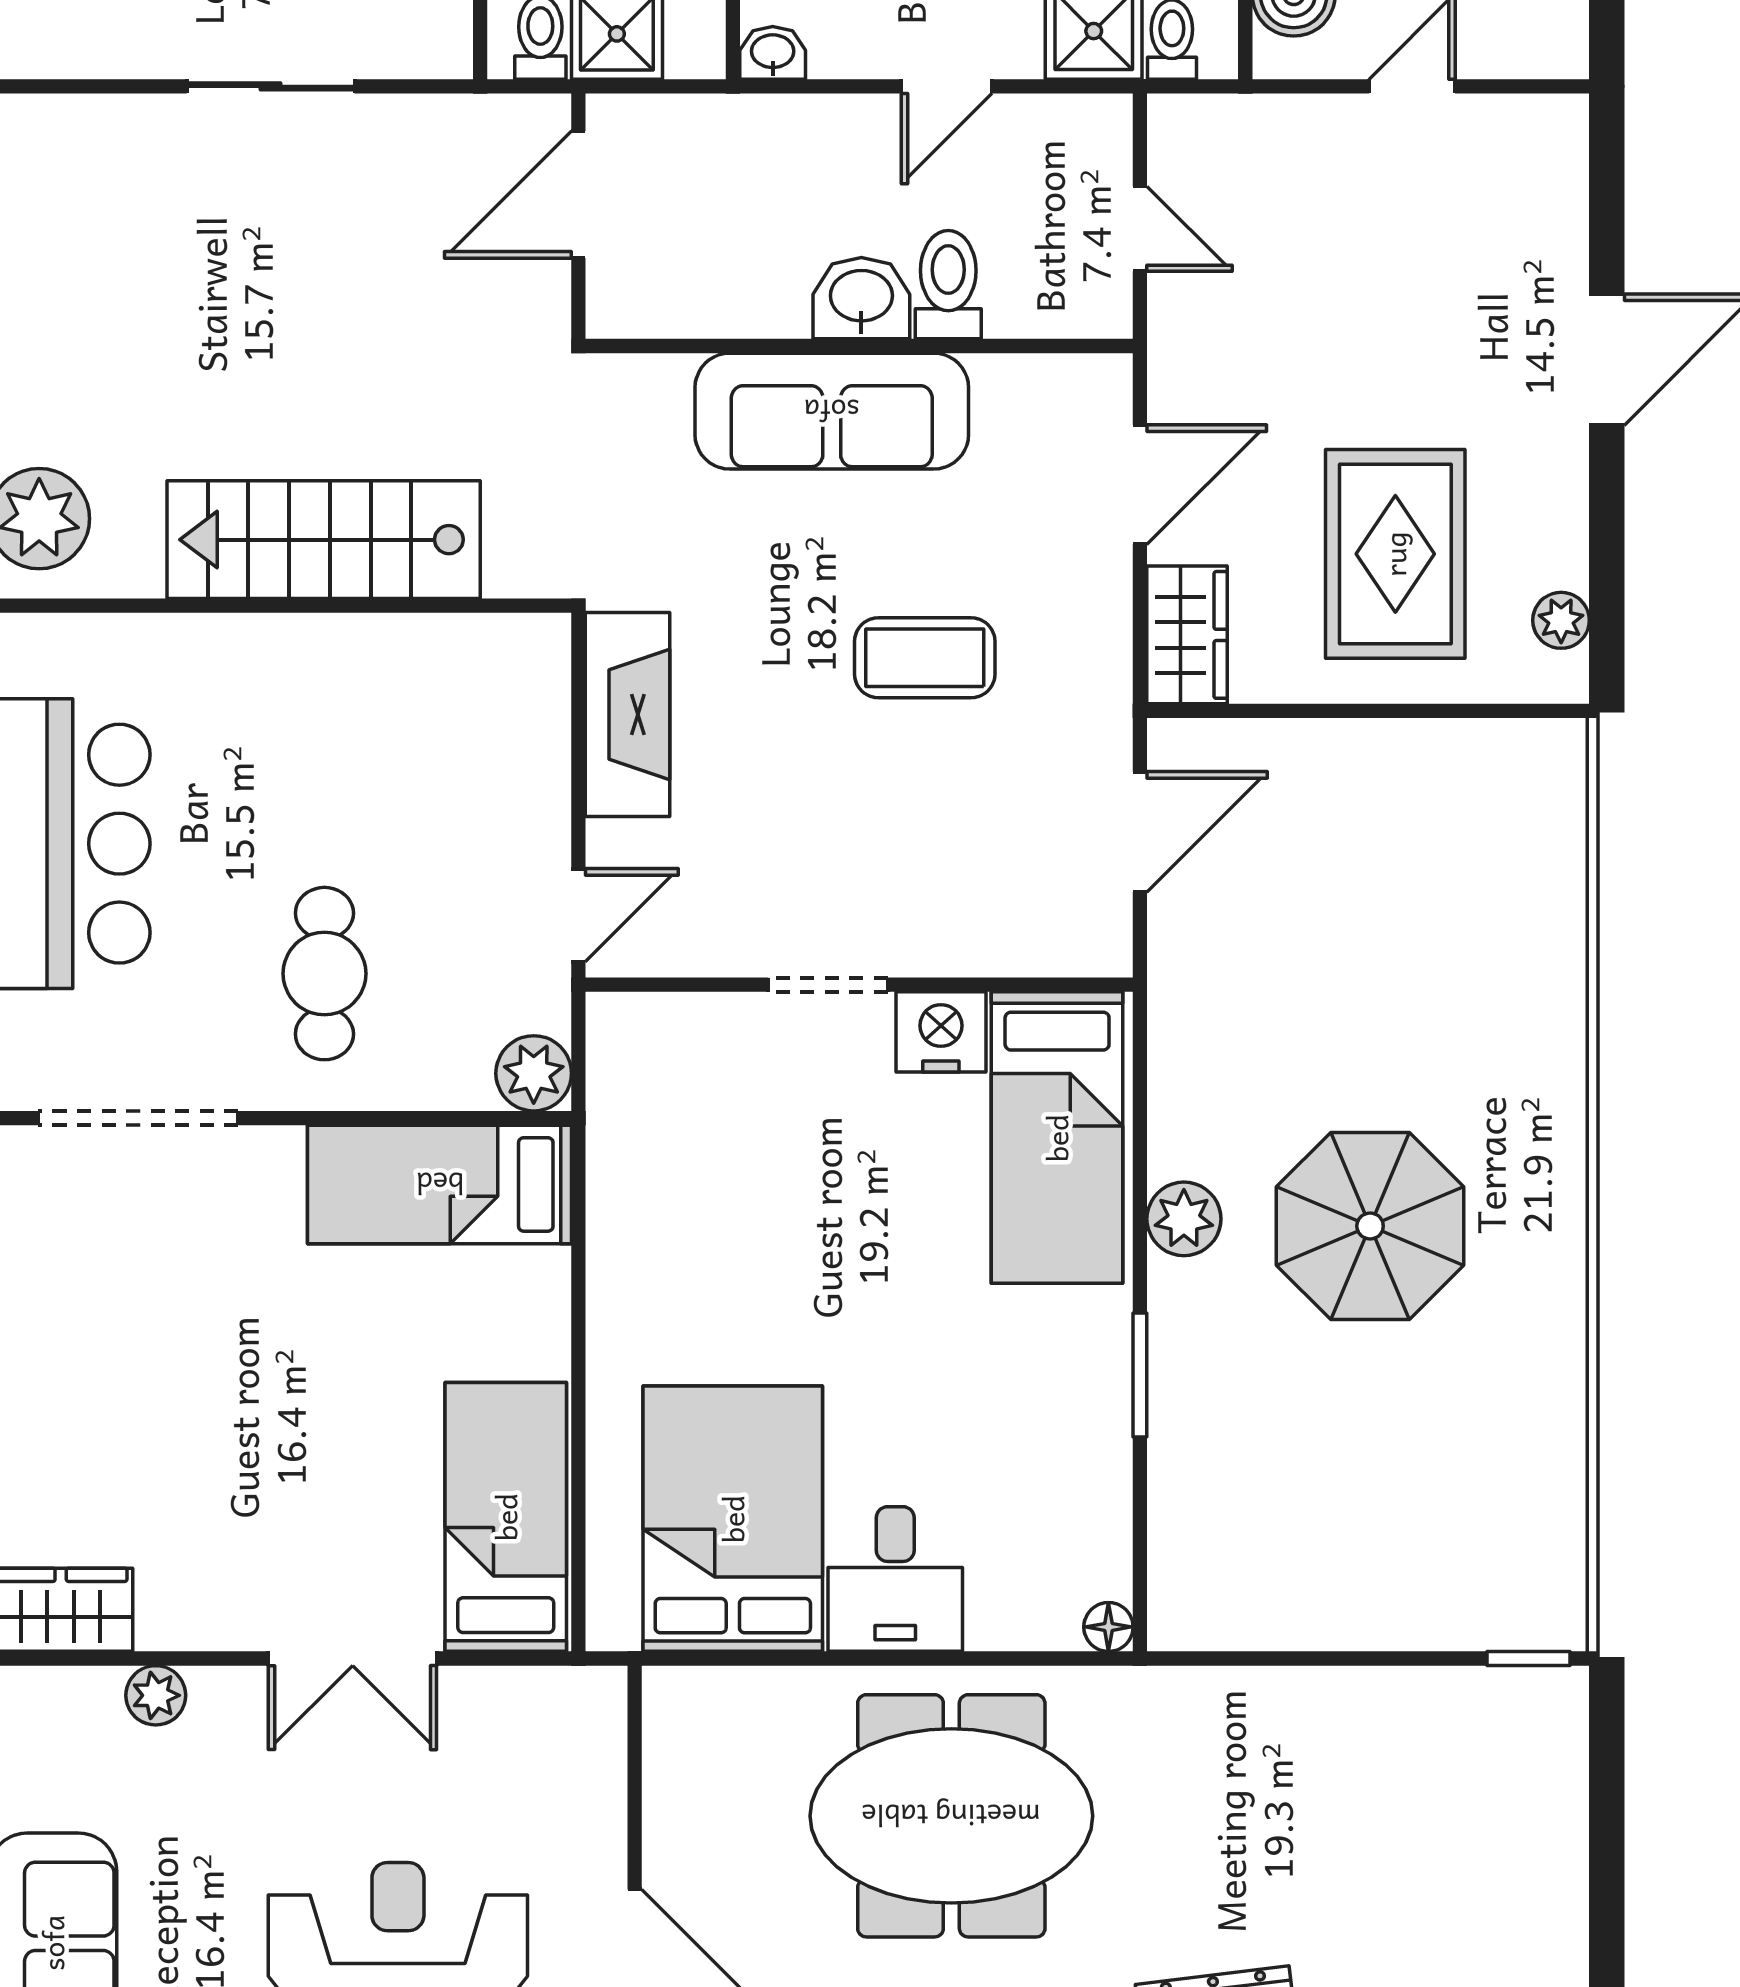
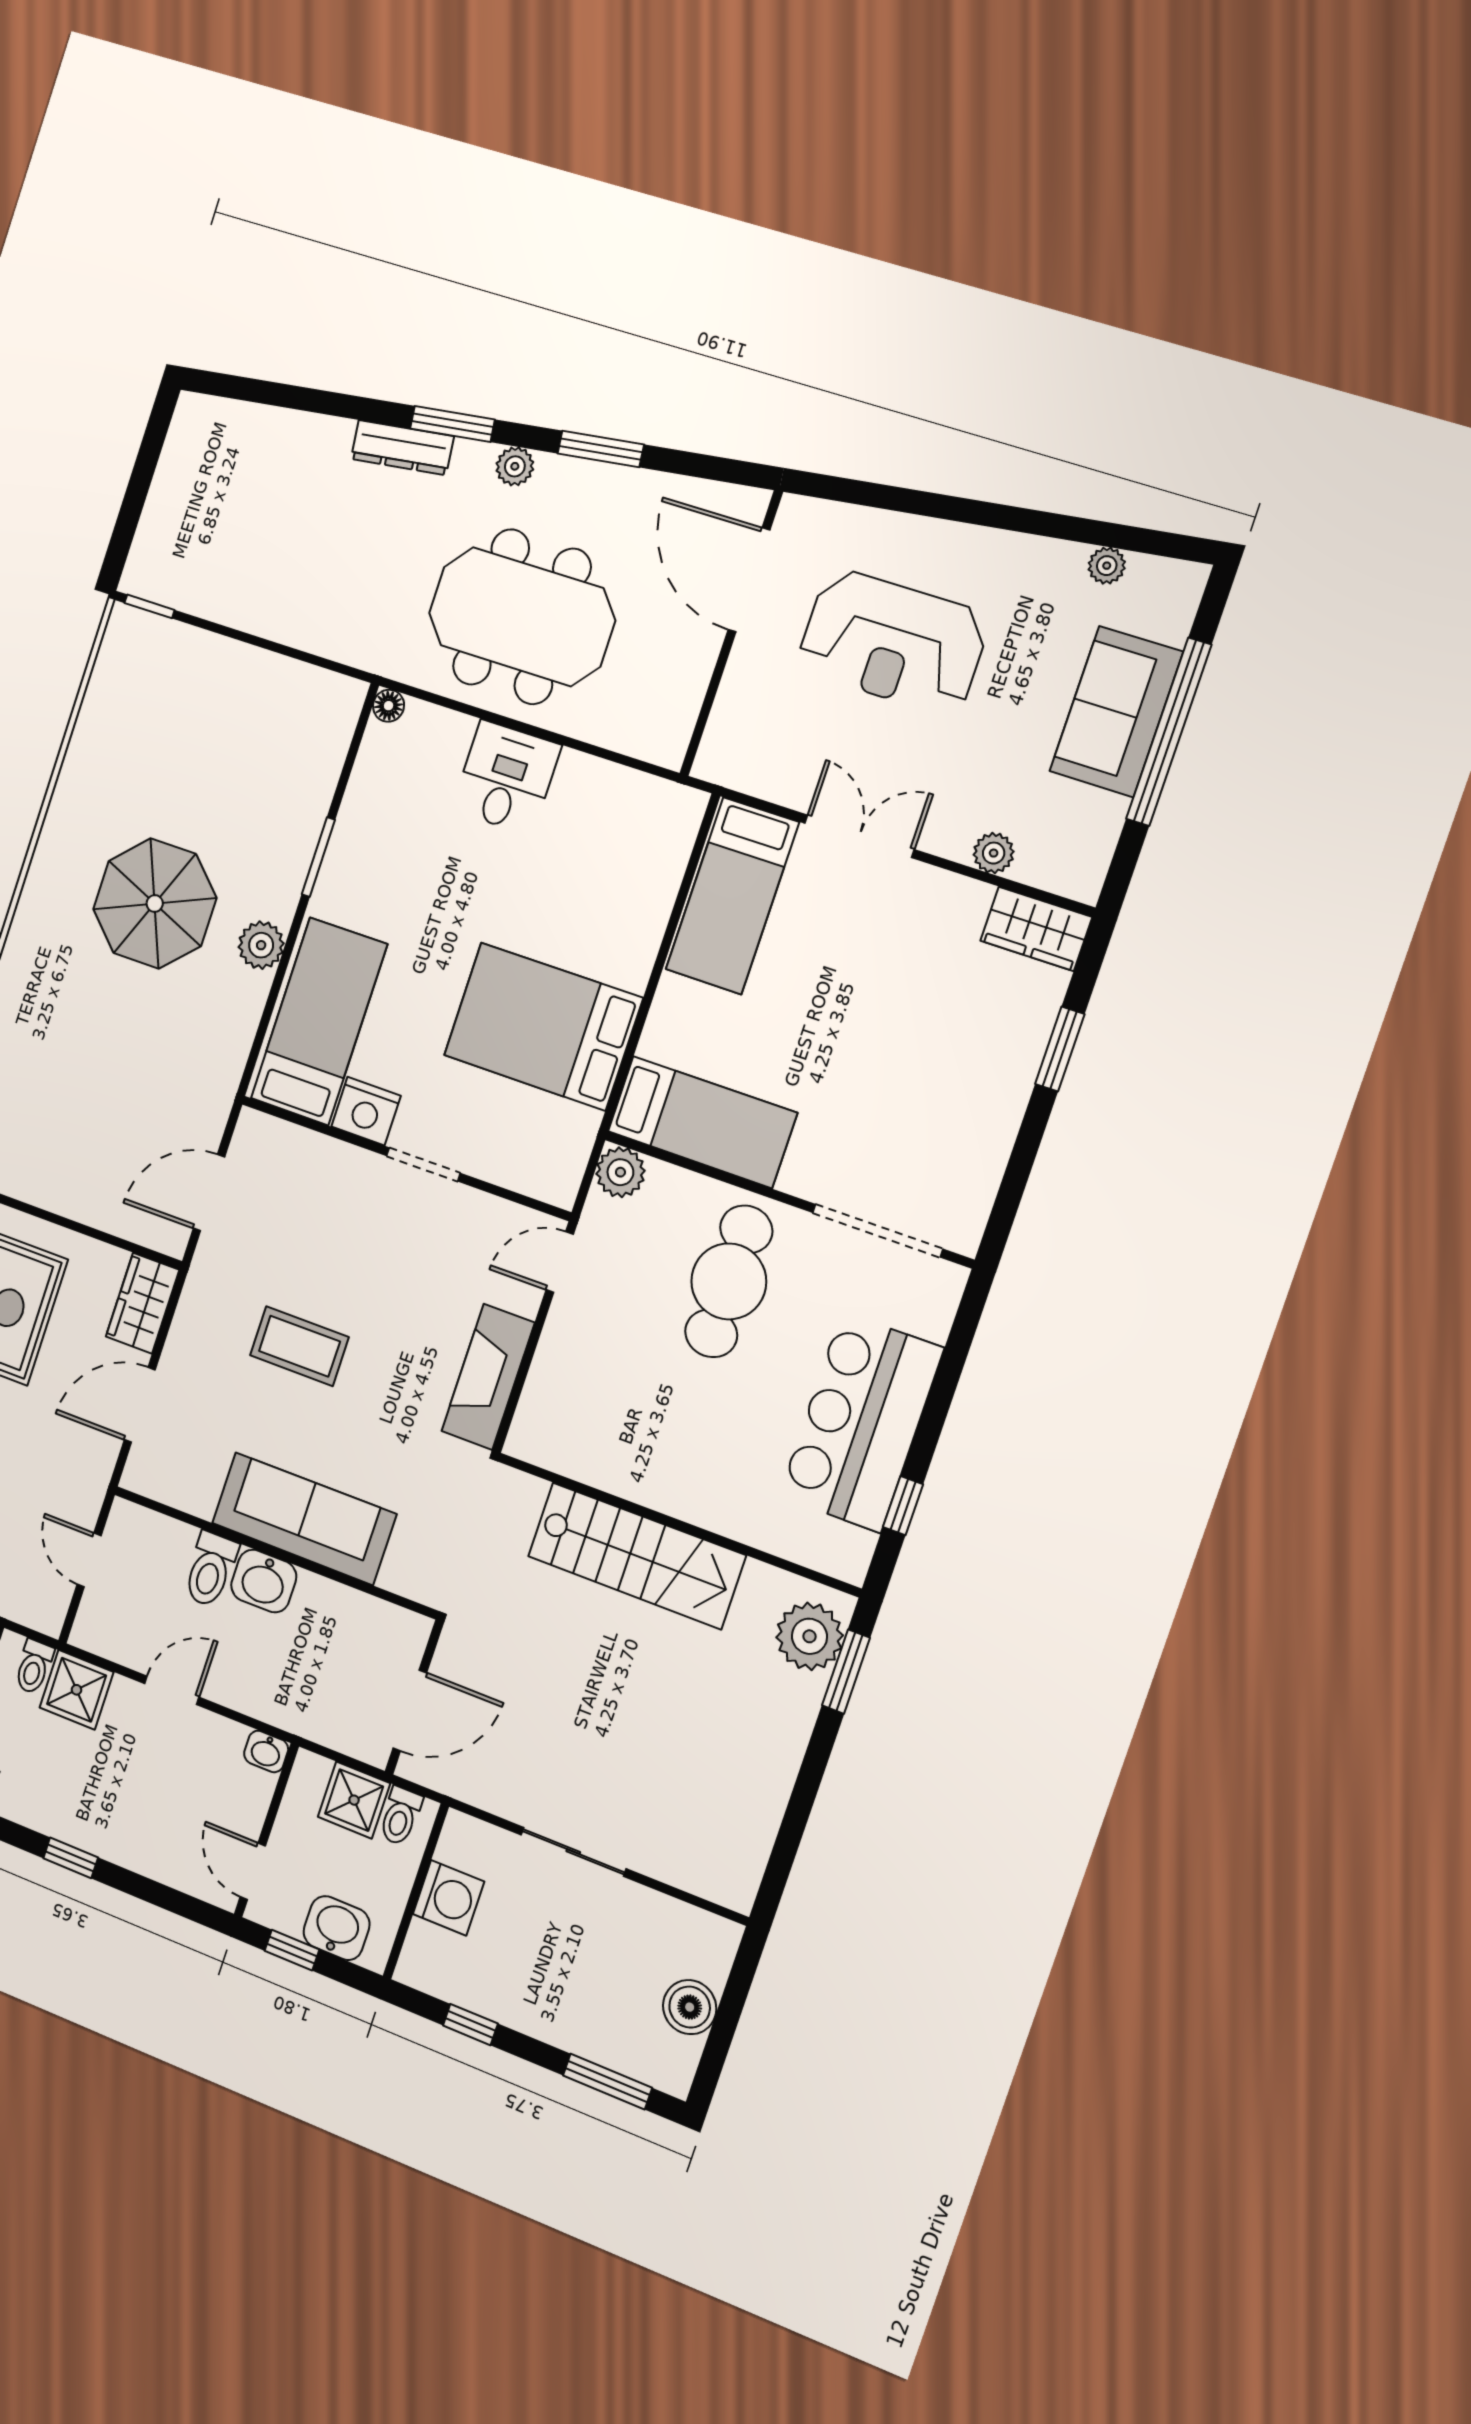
cafe table: (324, 974) -> (729, 1281), width x1.37, depth x1.35
bed: (733, 1519) -> (543, 1027), moved, turned 90

